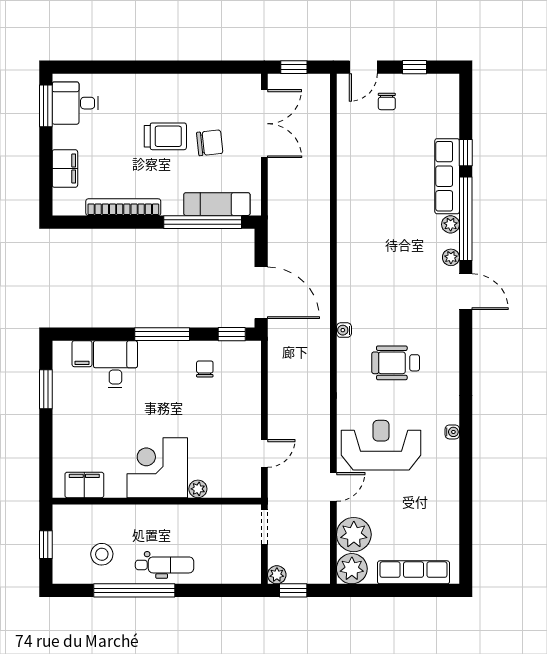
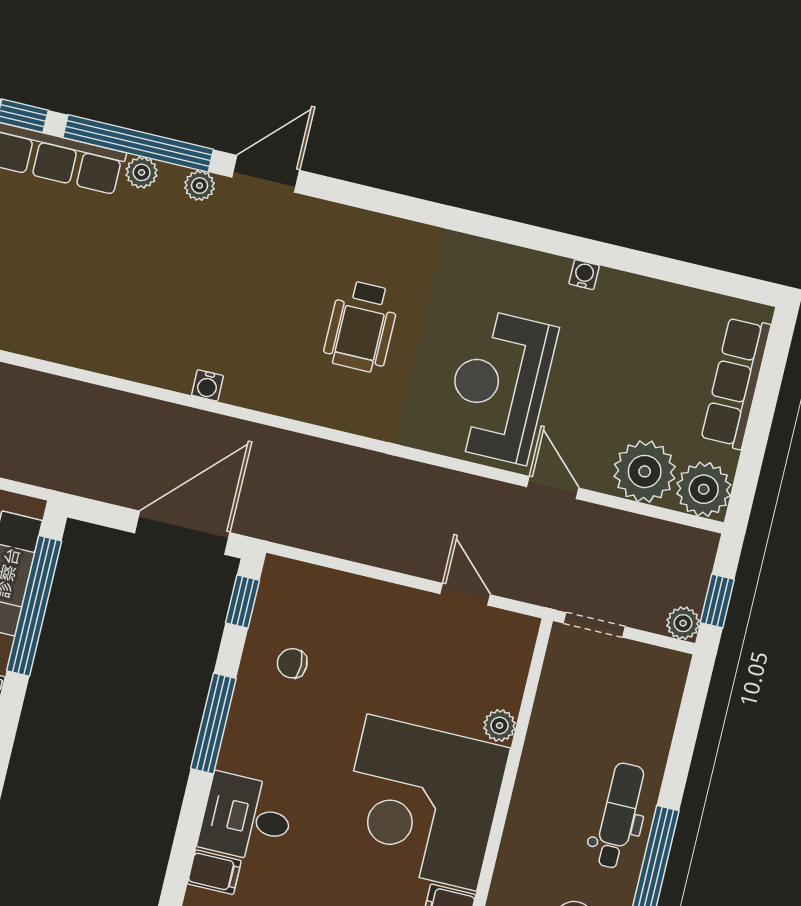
water cooler: (344, 330) -> (207, 385), moved
water cooler: (452, 432) -> (584, 275), moved
corner desk: (157, 468) -> (422, 803), width x1.36, depth x1.36

